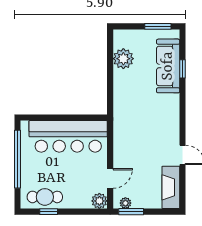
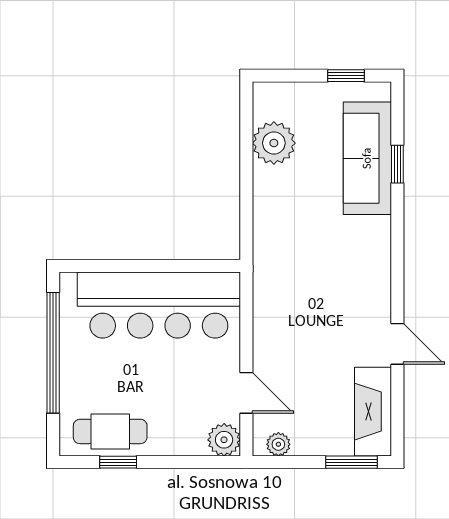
window: (158, 26) -> (346, 76), width x0.67
door: (110, 178) -> (246, 393), hinge flipped
window: (131, 212) -> (352, 462), moved

